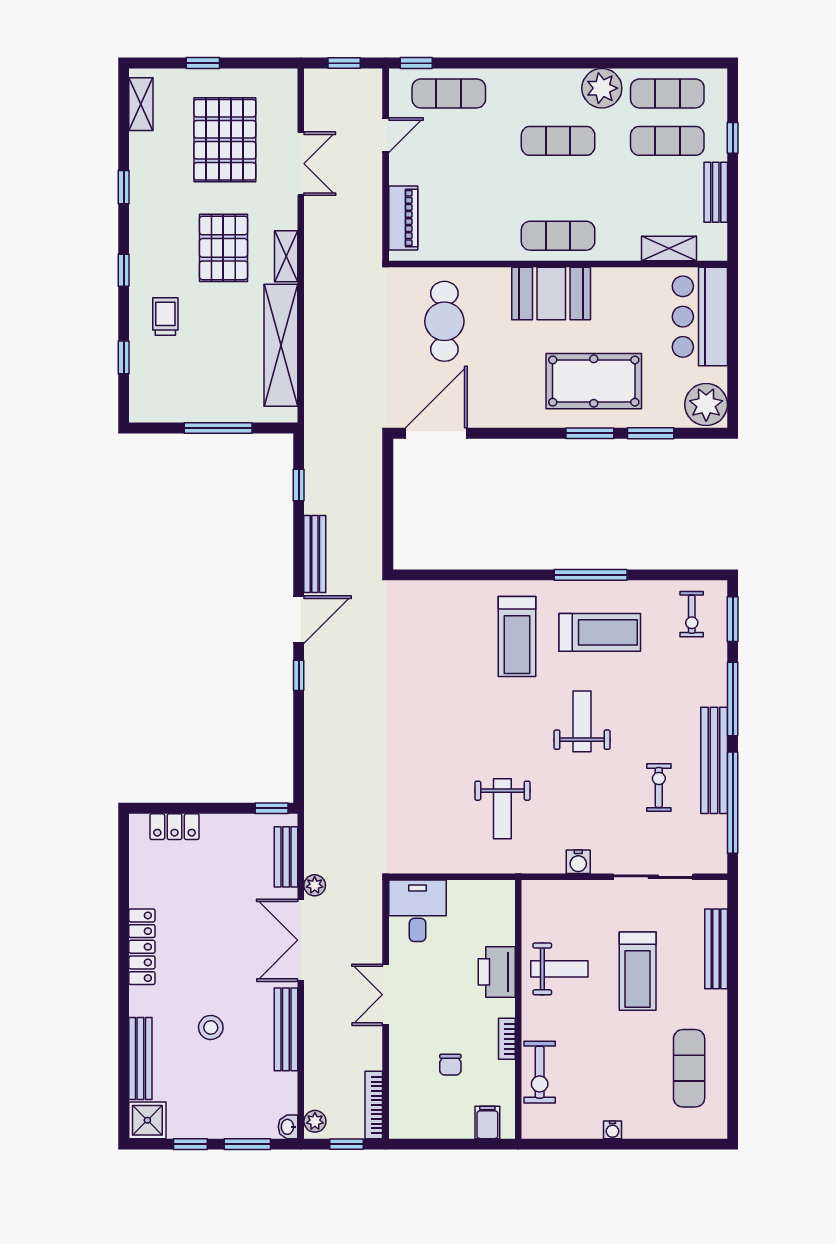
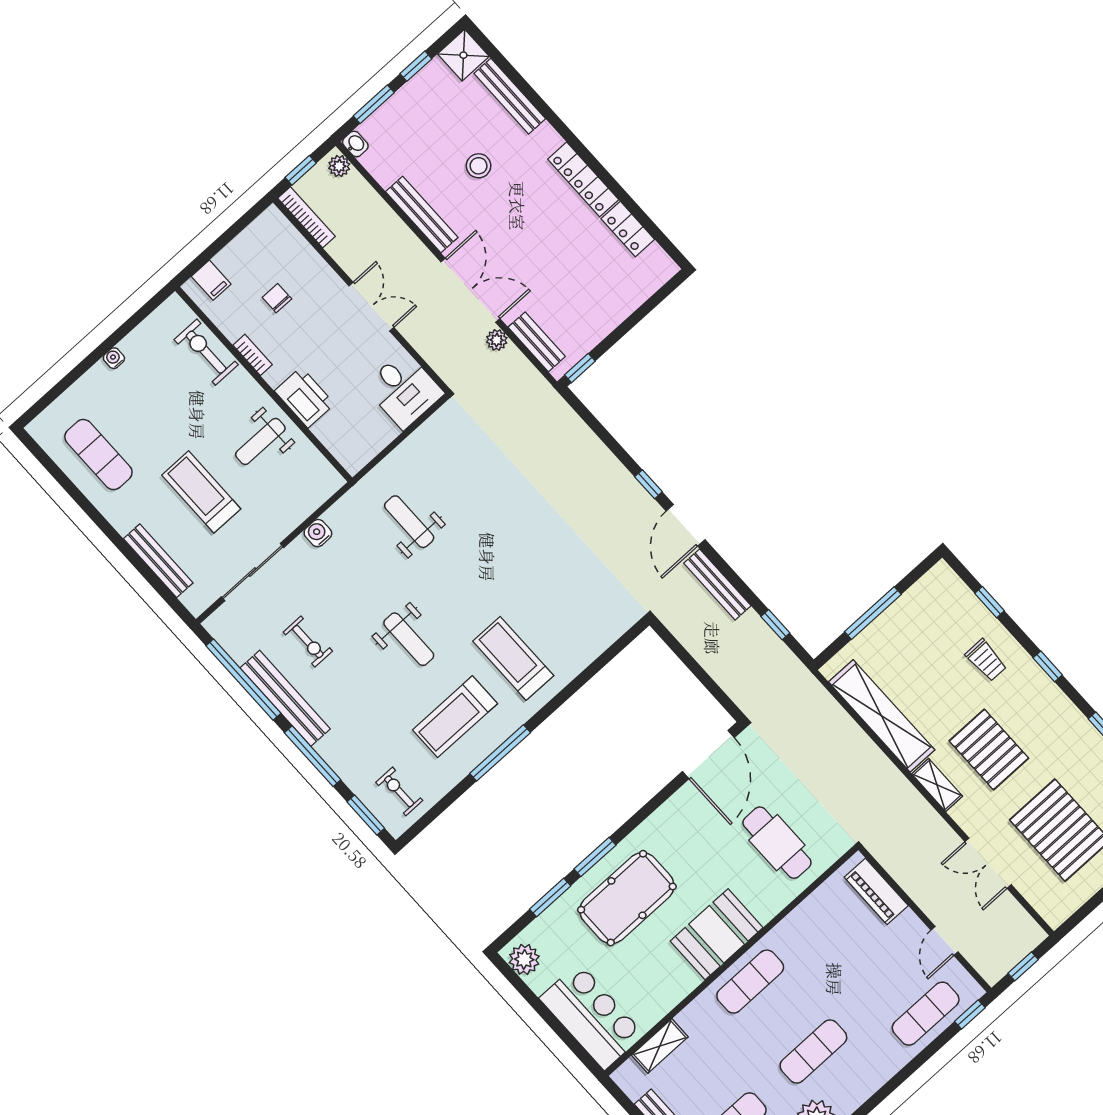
plant: (706, 405) -> (524, 959), width x0.73, depth x0.73
locker: (175, 827) -> (628, 229), moved, turned -90

